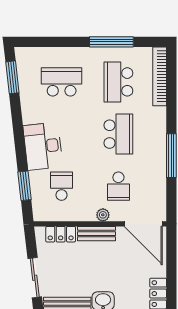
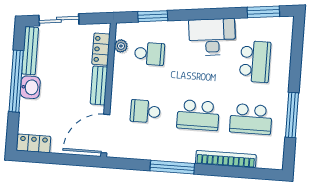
bookcase: (160, 76) -> (226, 159), moved
school desk: (118, 82) -> (251, 119), turned 180
desk: (43, 146) -> (212, 37), moved
plant: (103, 215) -> (121, 46), moved

